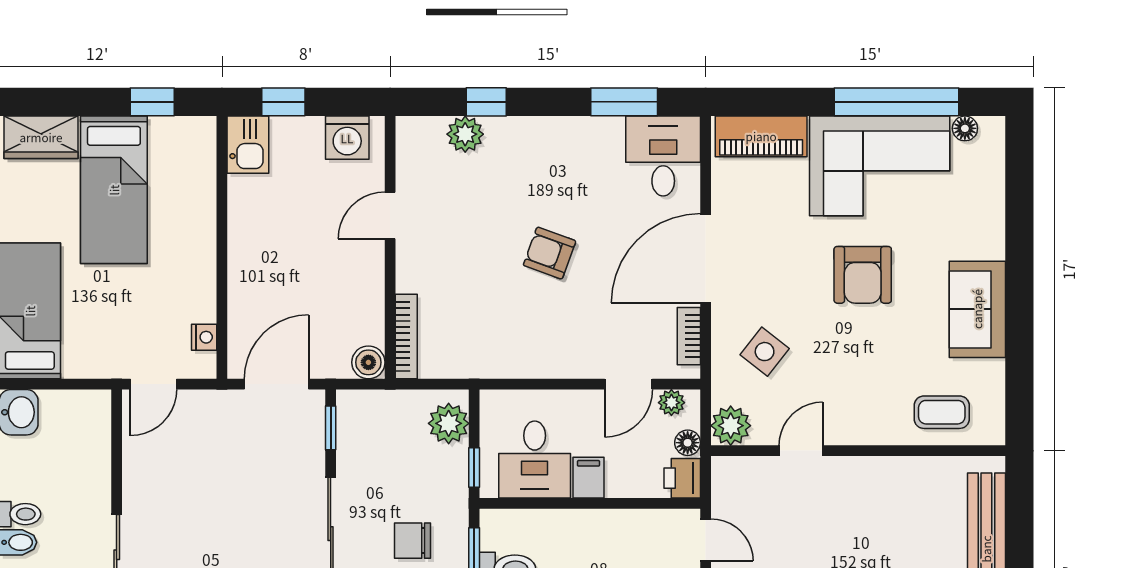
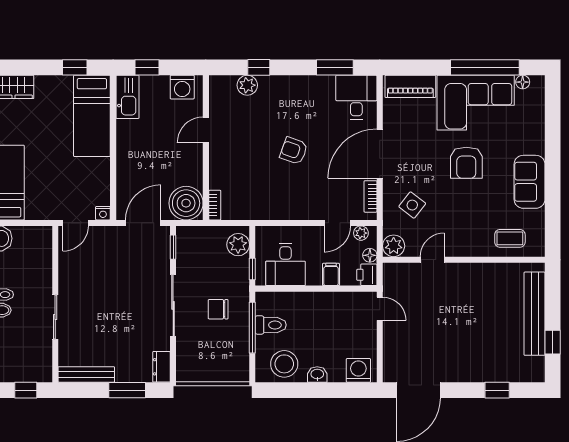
kitchen sink: (248, 145) -> (127, 97), width x1.38
bed: (114, 190) -> (92, 116), moved
bookcase: (406, 336) -> (215, 205), width x0.64
nightstand: (204, 337) -> (103, 213), moved, turned 90
boiler: (368, 362) -> (186, 203), width x1.86, depth x1.86
filing cabinet: (588, 478) -> (331, 274), moved

